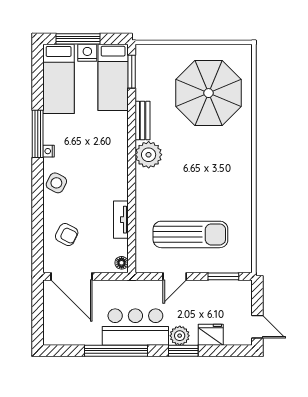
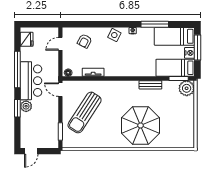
parasol: (208, 93) -> (141, 125), moved
window: (38, 134) -> (155, 24), moved
plant: (149, 155) -> (187, 88), moved
sun lounger: (190, 234) -> (85, 113), turned 33
door: (72, 276) -> (60, 44), width x0.53
door: (175, 276) -> (60, 90), moved
fridge: (211, 335) -> (27, 39), moved

